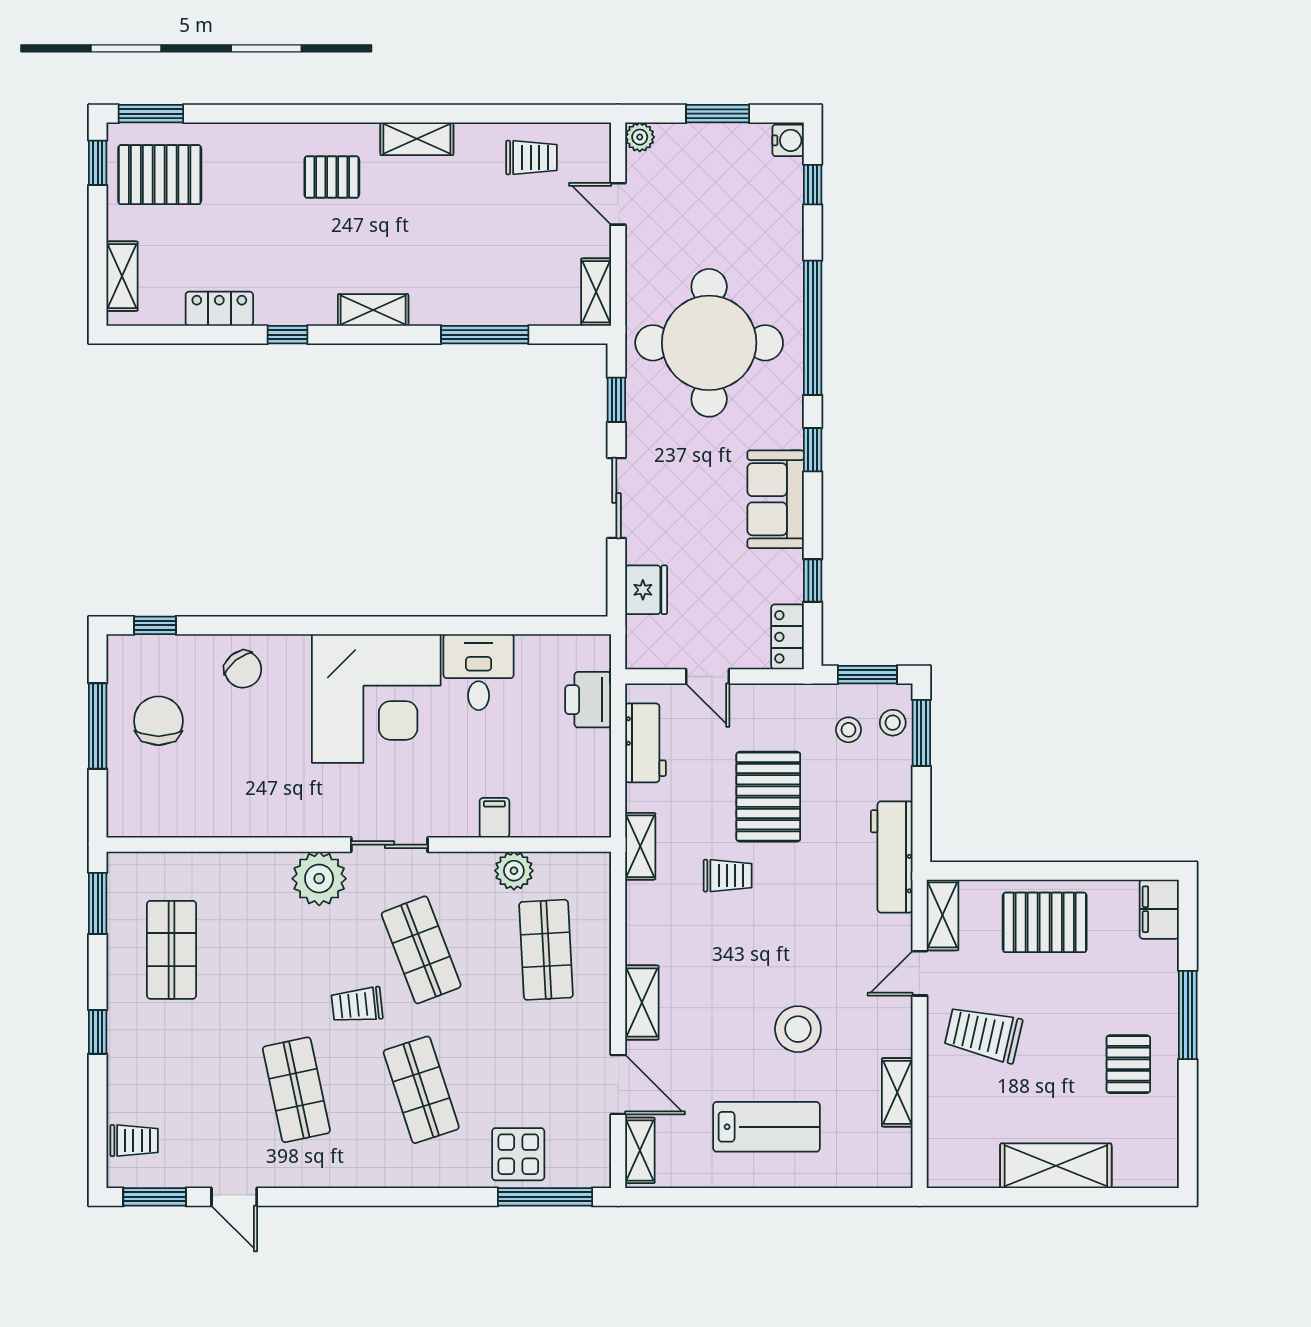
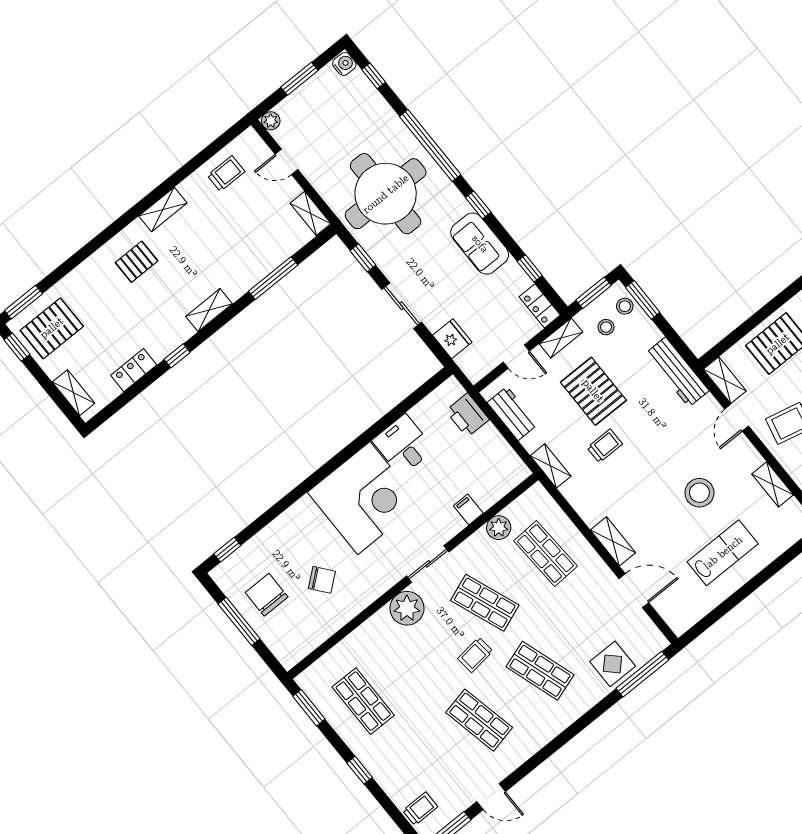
chair: (243, 669) -> (322, 580), moved
shelving: (640, 1150) -> (561, 338), moved, turned 90

